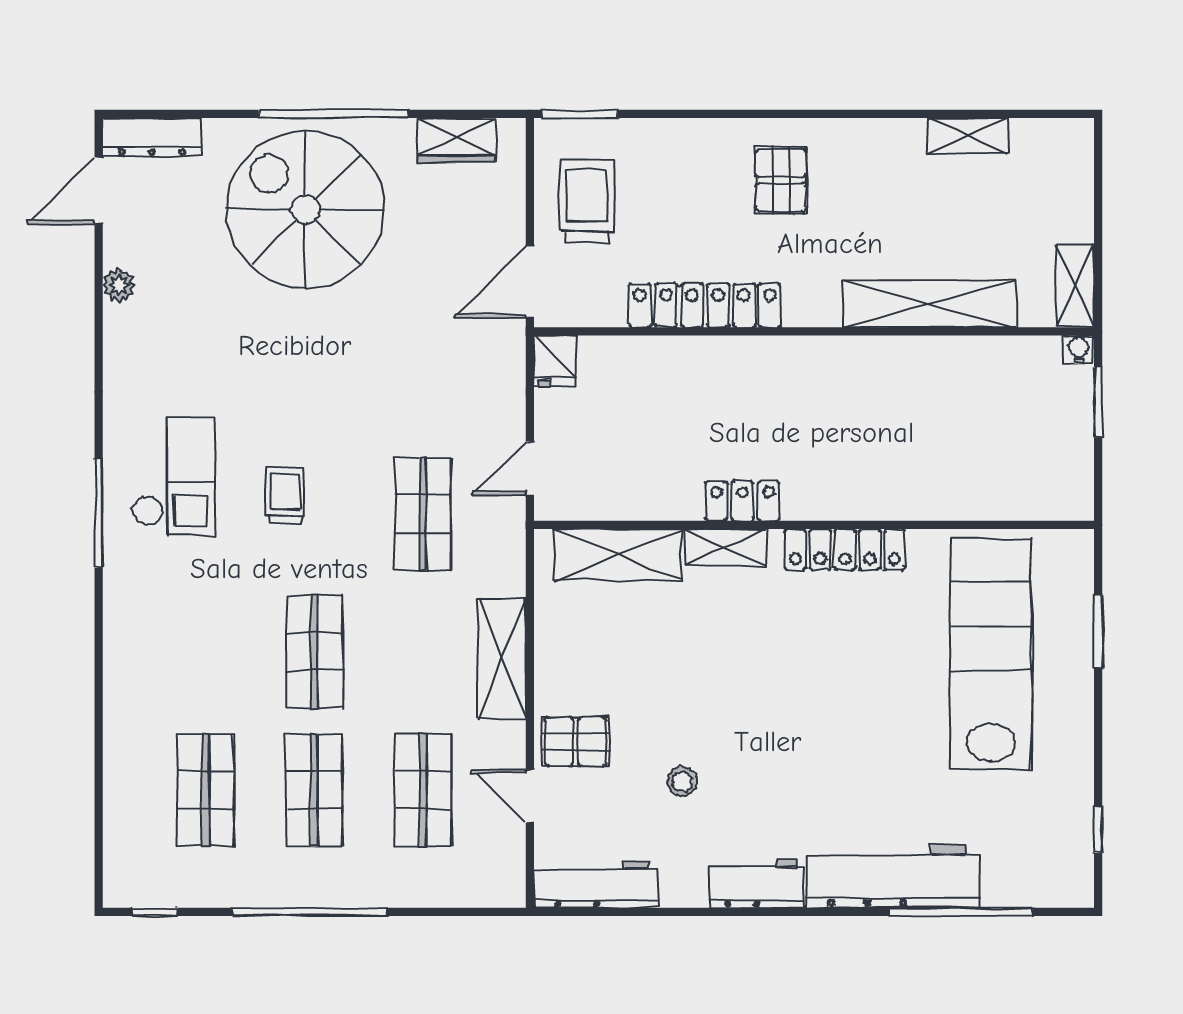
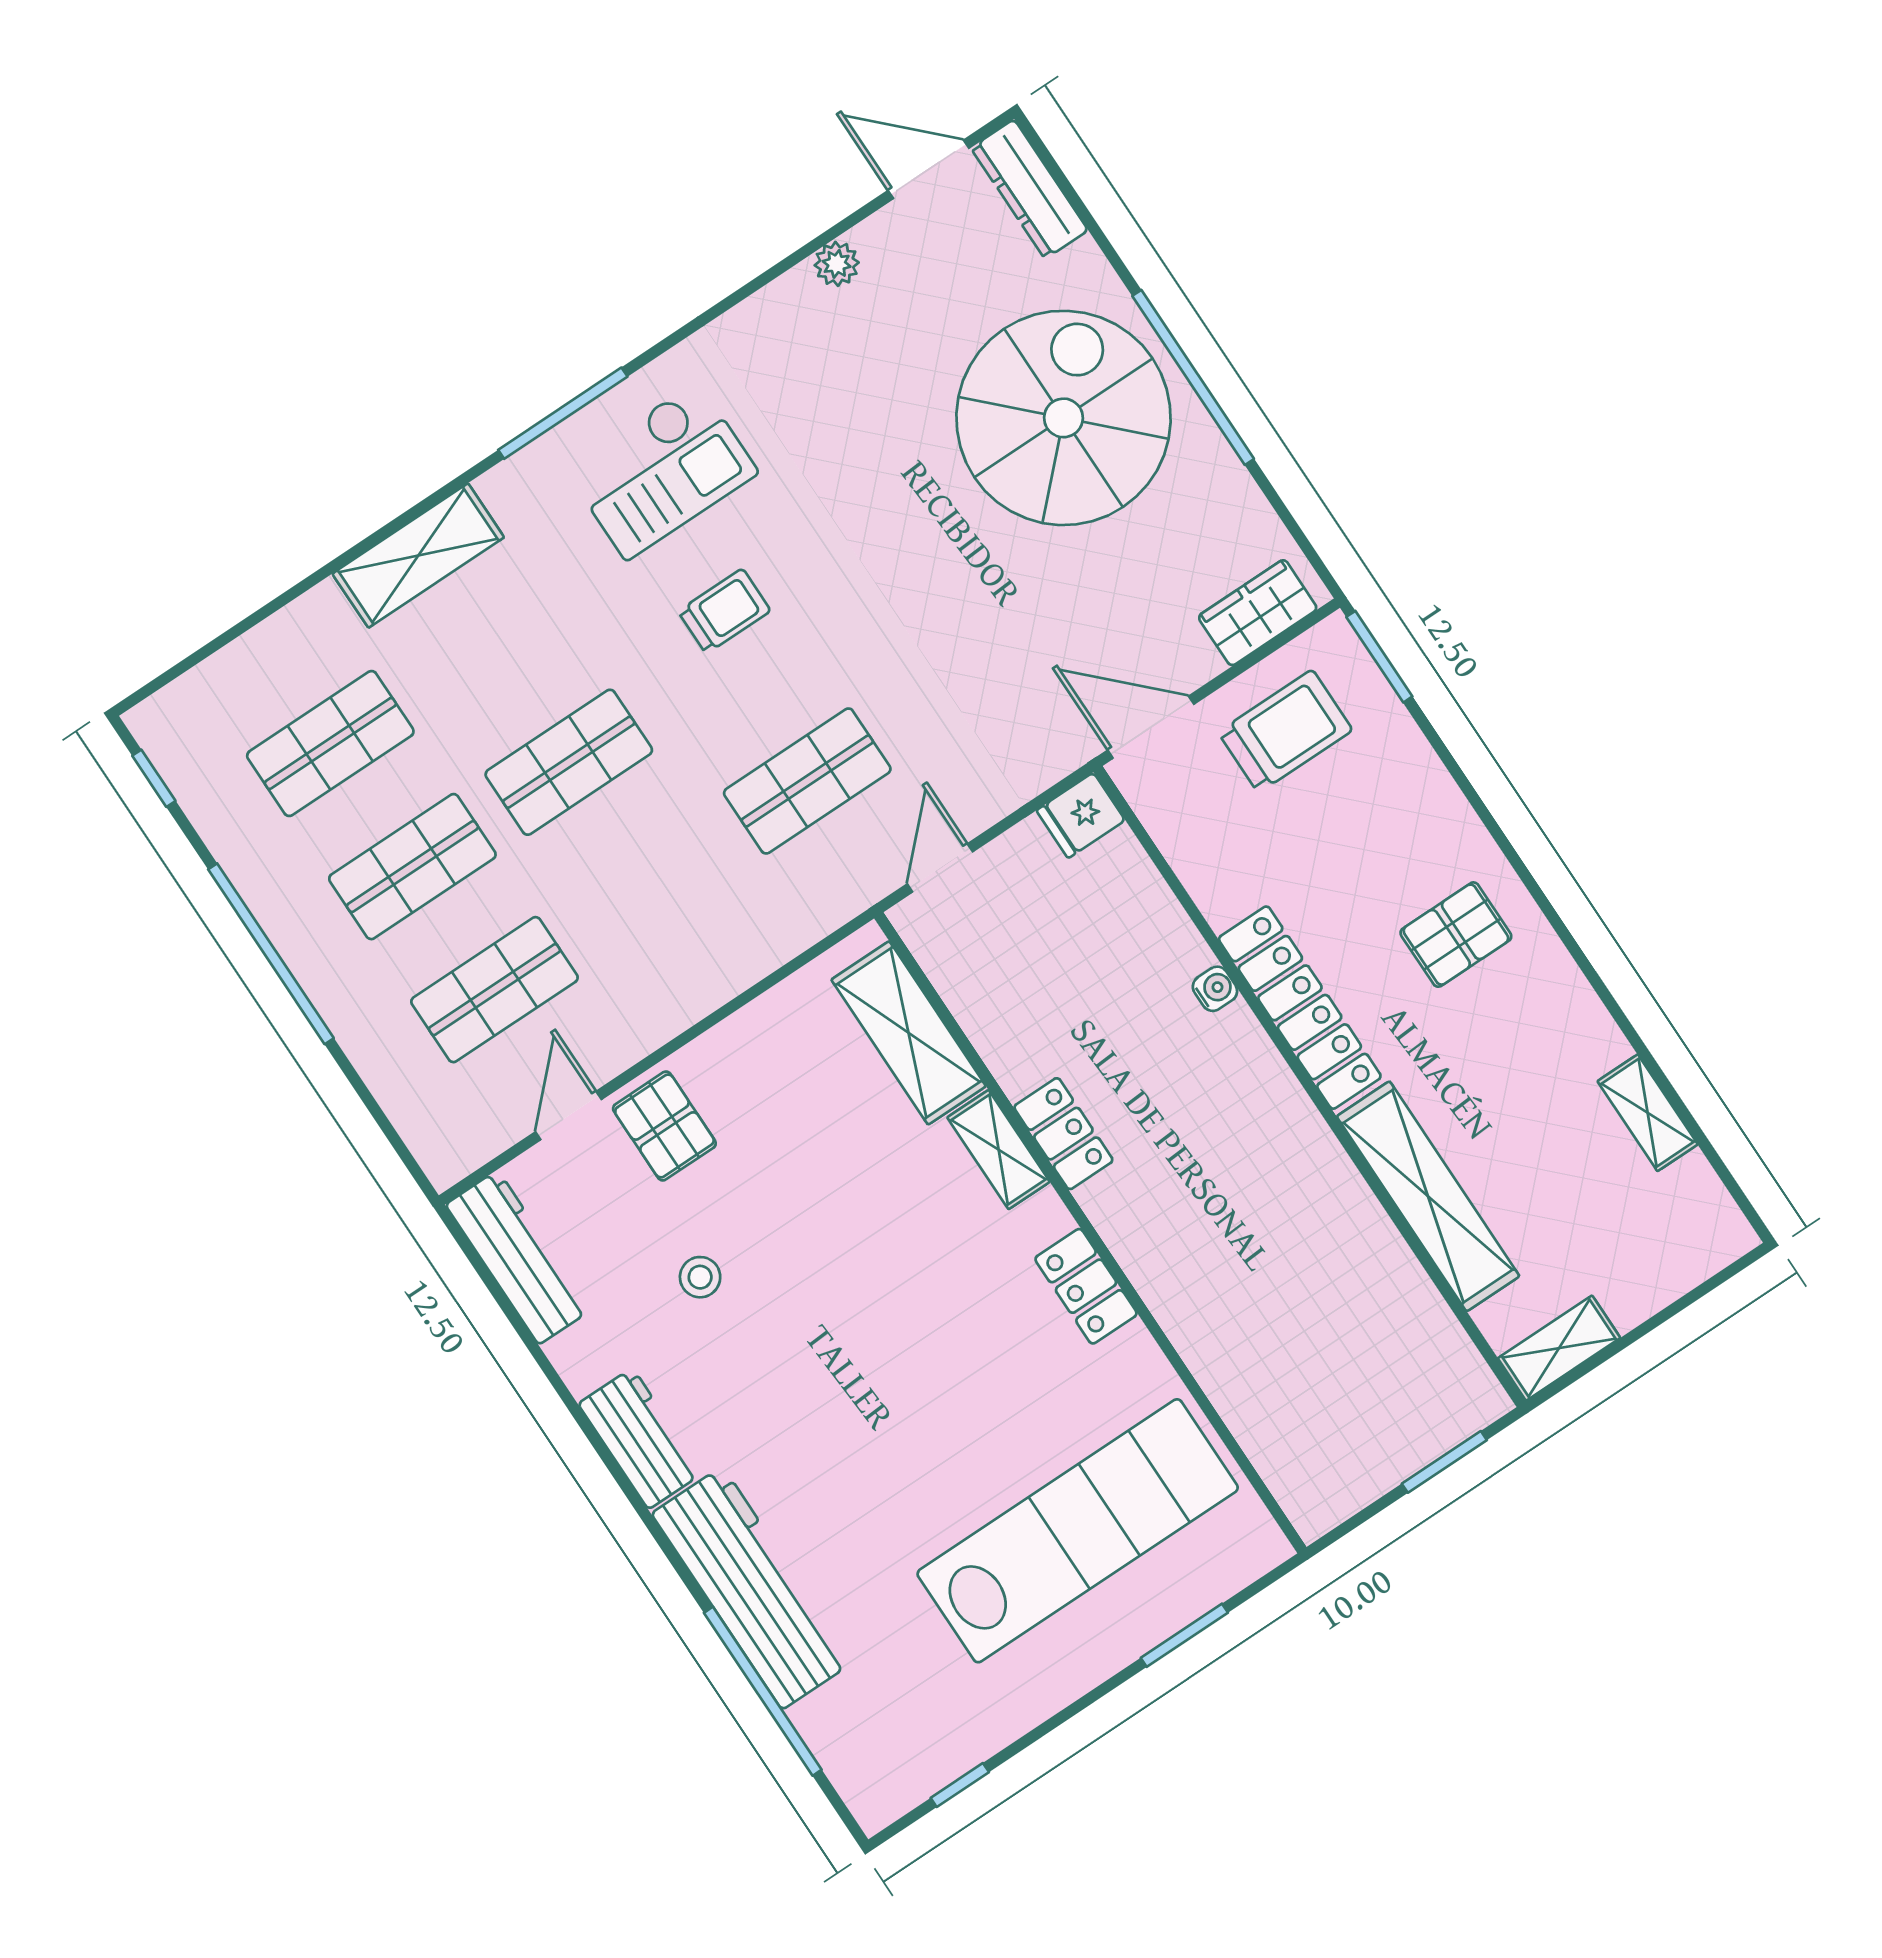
wardrobe: (457, 140) -> (1258, 613), moved, turned 90
locker: (705, 305) -> (1300, 1008), moved
water cooler: (1079, 350) -> (1215, 989), moved
door: (530, 468) -> (940, 868), hinge flipped
locker: (845, 549) -> (1086, 1286), width x0.66
shelving: (502, 659) -> (418, 556), moved

